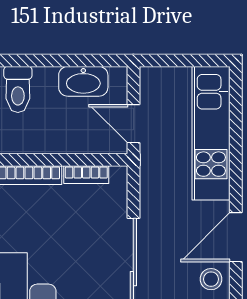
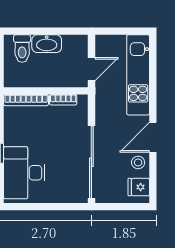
washbasin: (83, 81) -> (47, 44), moved
door: (133, 124) -> (91, 69), swing flipped

